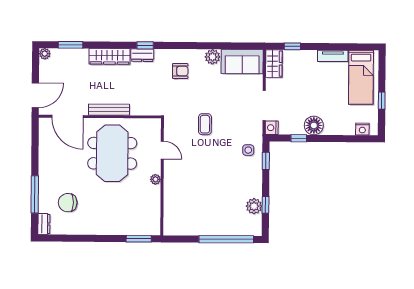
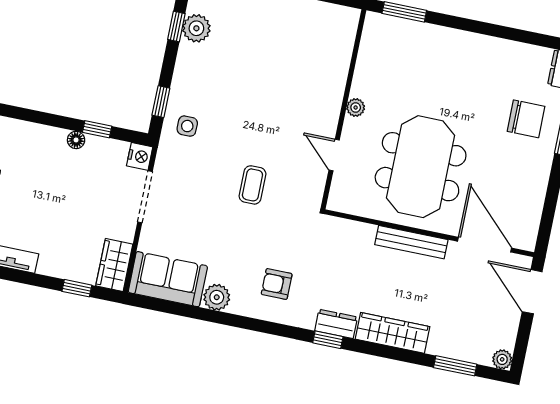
door: (35, 95) -> (532, 292), hinge flipped
floor lamp: (314, 125) -> (76, 140), width x0.53, depth x0.53
chair: (68, 203) -> (526, 119), moved

